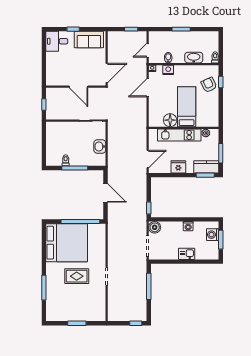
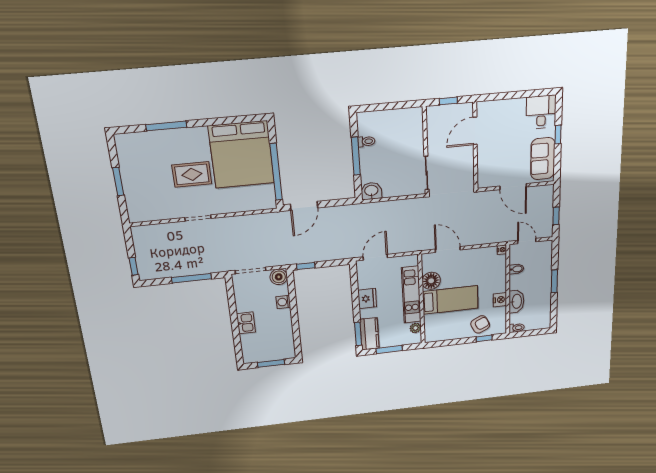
nightstand: (168, 70) -> (500, 300), moved
door: (107, 73) -> (513, 187), moved
door: (78, 87) -> (475, 131), moved
door: (148, 88) -> (448, 250), moved
washbasin: (100, 147) -> (371, 191), moved
door: (148, 159) -> (375, 257), swing flipped
door: (106, 193) -> (304, 206), moved
washing machine: (188, 226) -> (283, 302), moved
washing machine: (213, 235) -> (277, 353), removed
rug: (77, 276) -> (192, 174), turned 90

